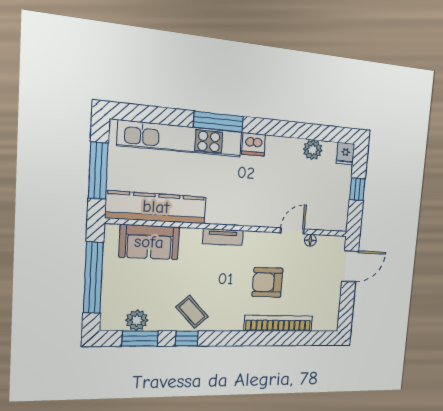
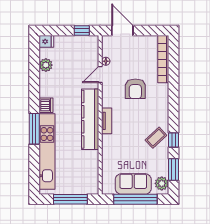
window: (357, 189) -> (82, 30), moved
kitchen counter: (156, 207) -> (90, 119), moved
door: (292, 231) -> (100, 74), hinge flipped
sofa: (149, 242) -> (133, 184), moved, turned -90
plant: (137, 320) -> (162, 183), moved
bookcase: (278, 323) -> (163, 59), moved

